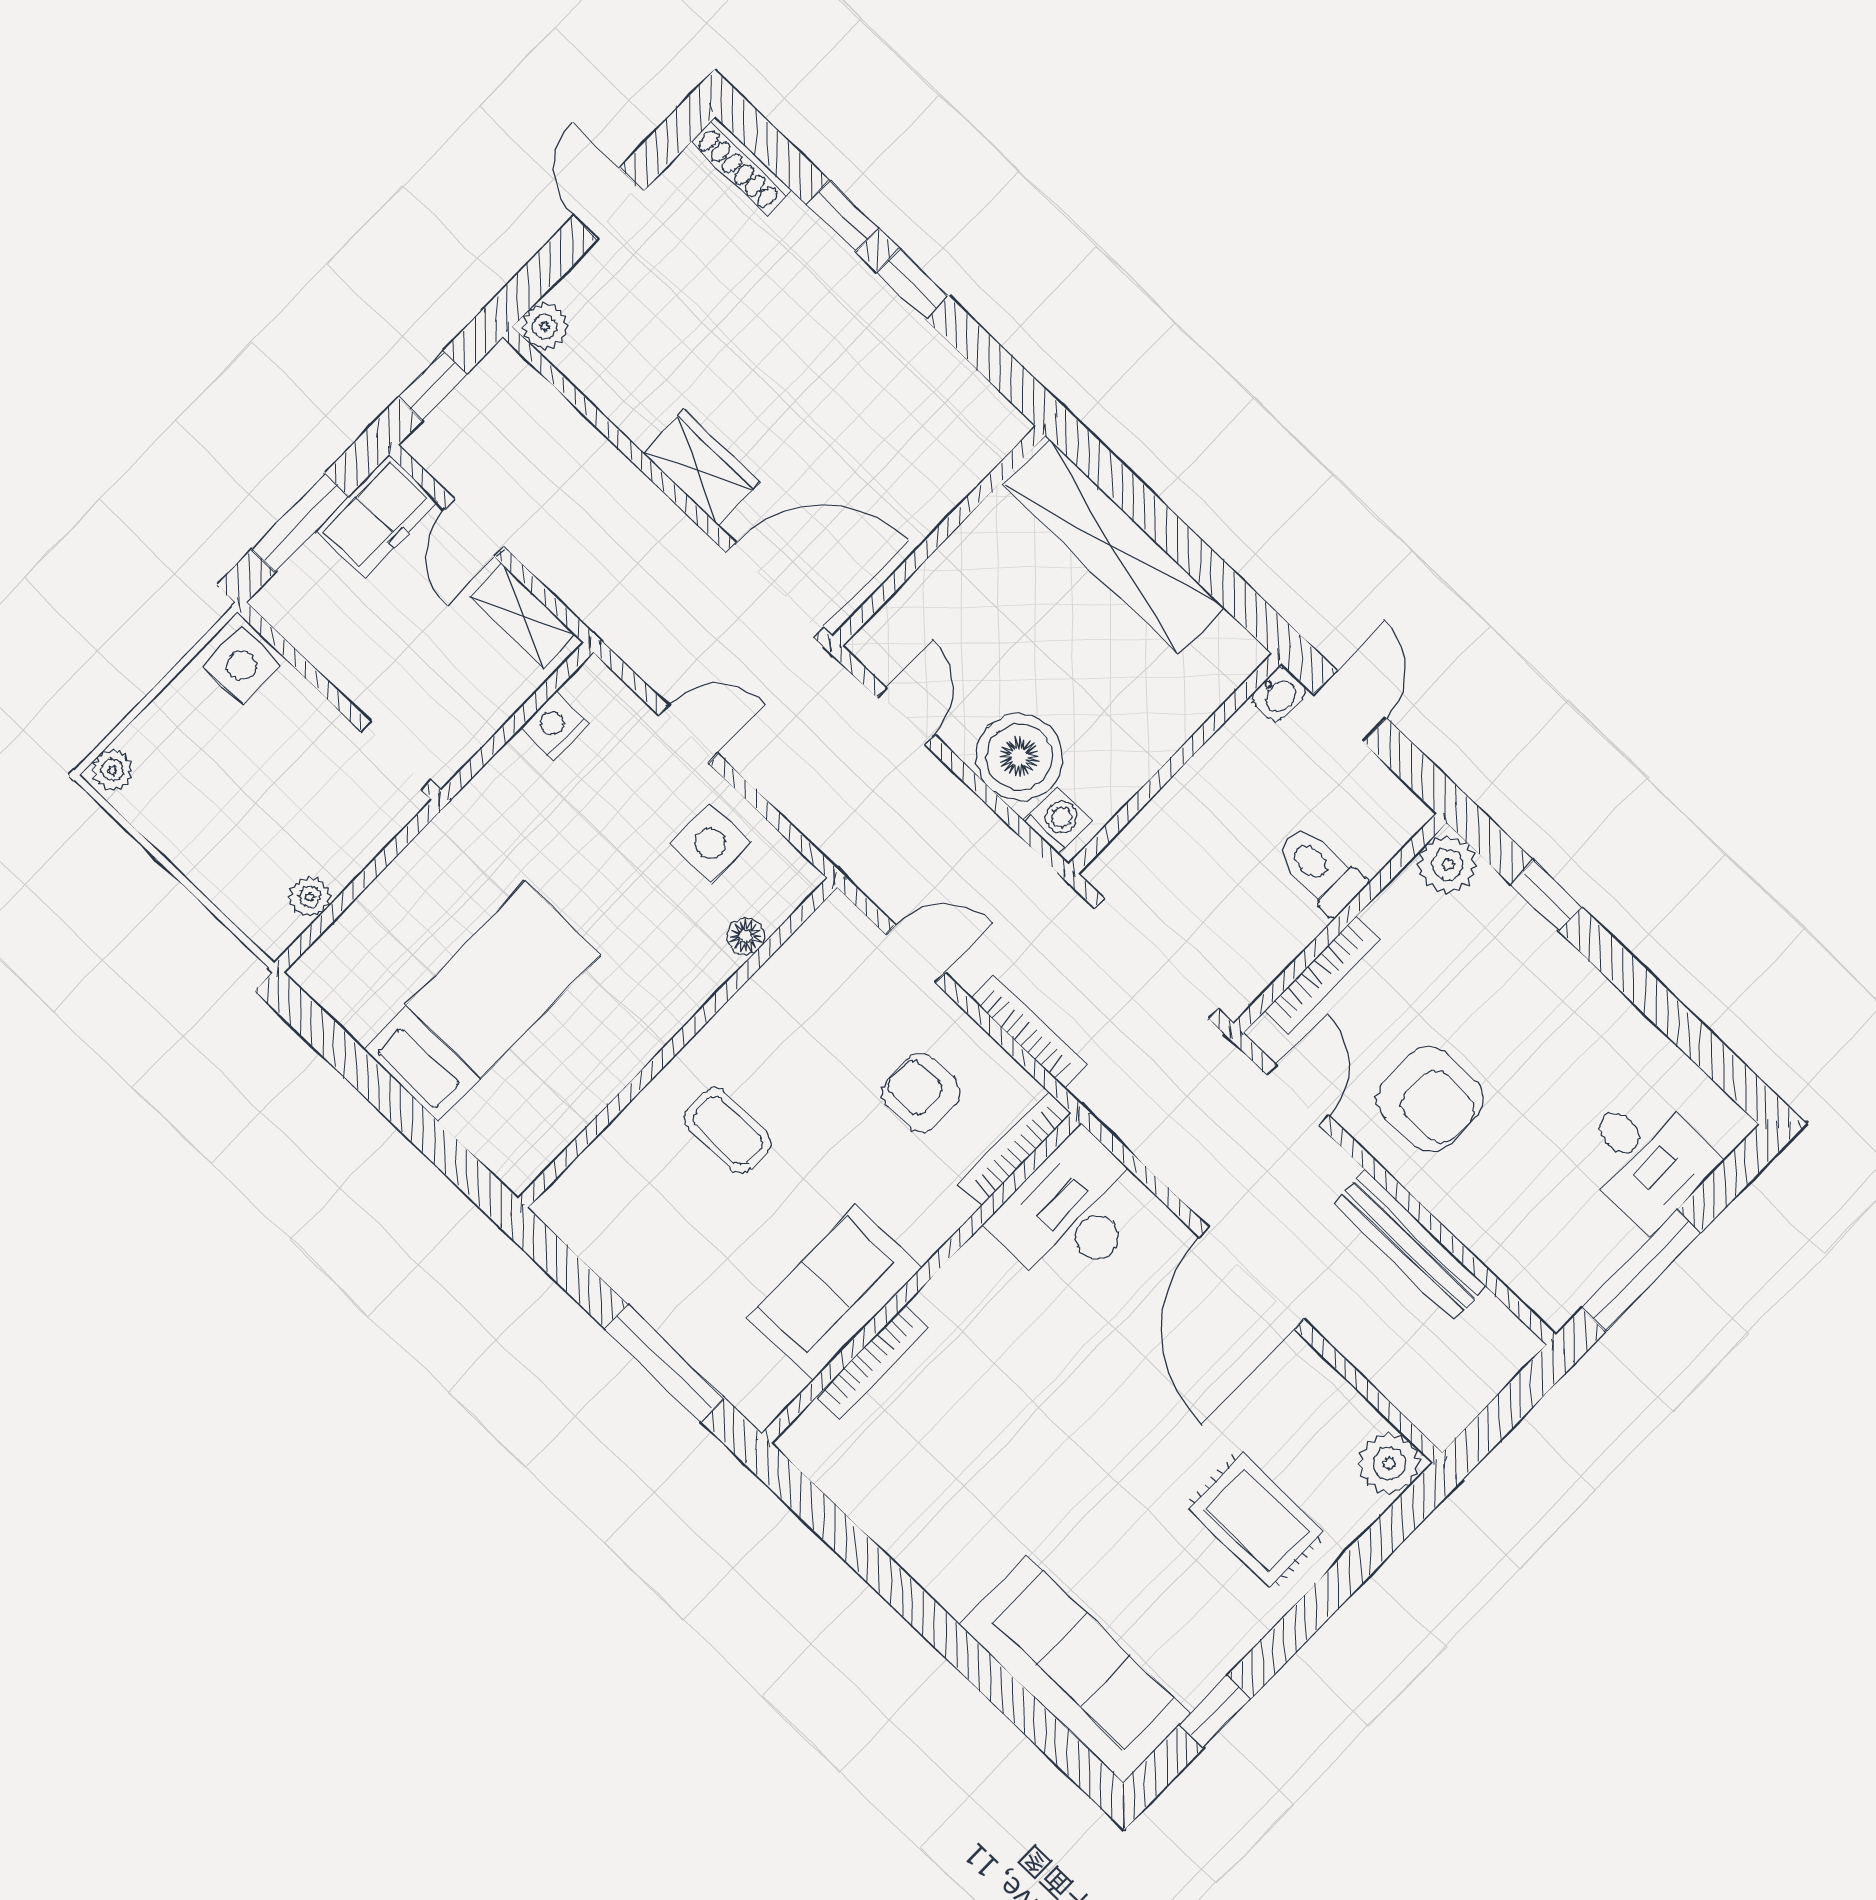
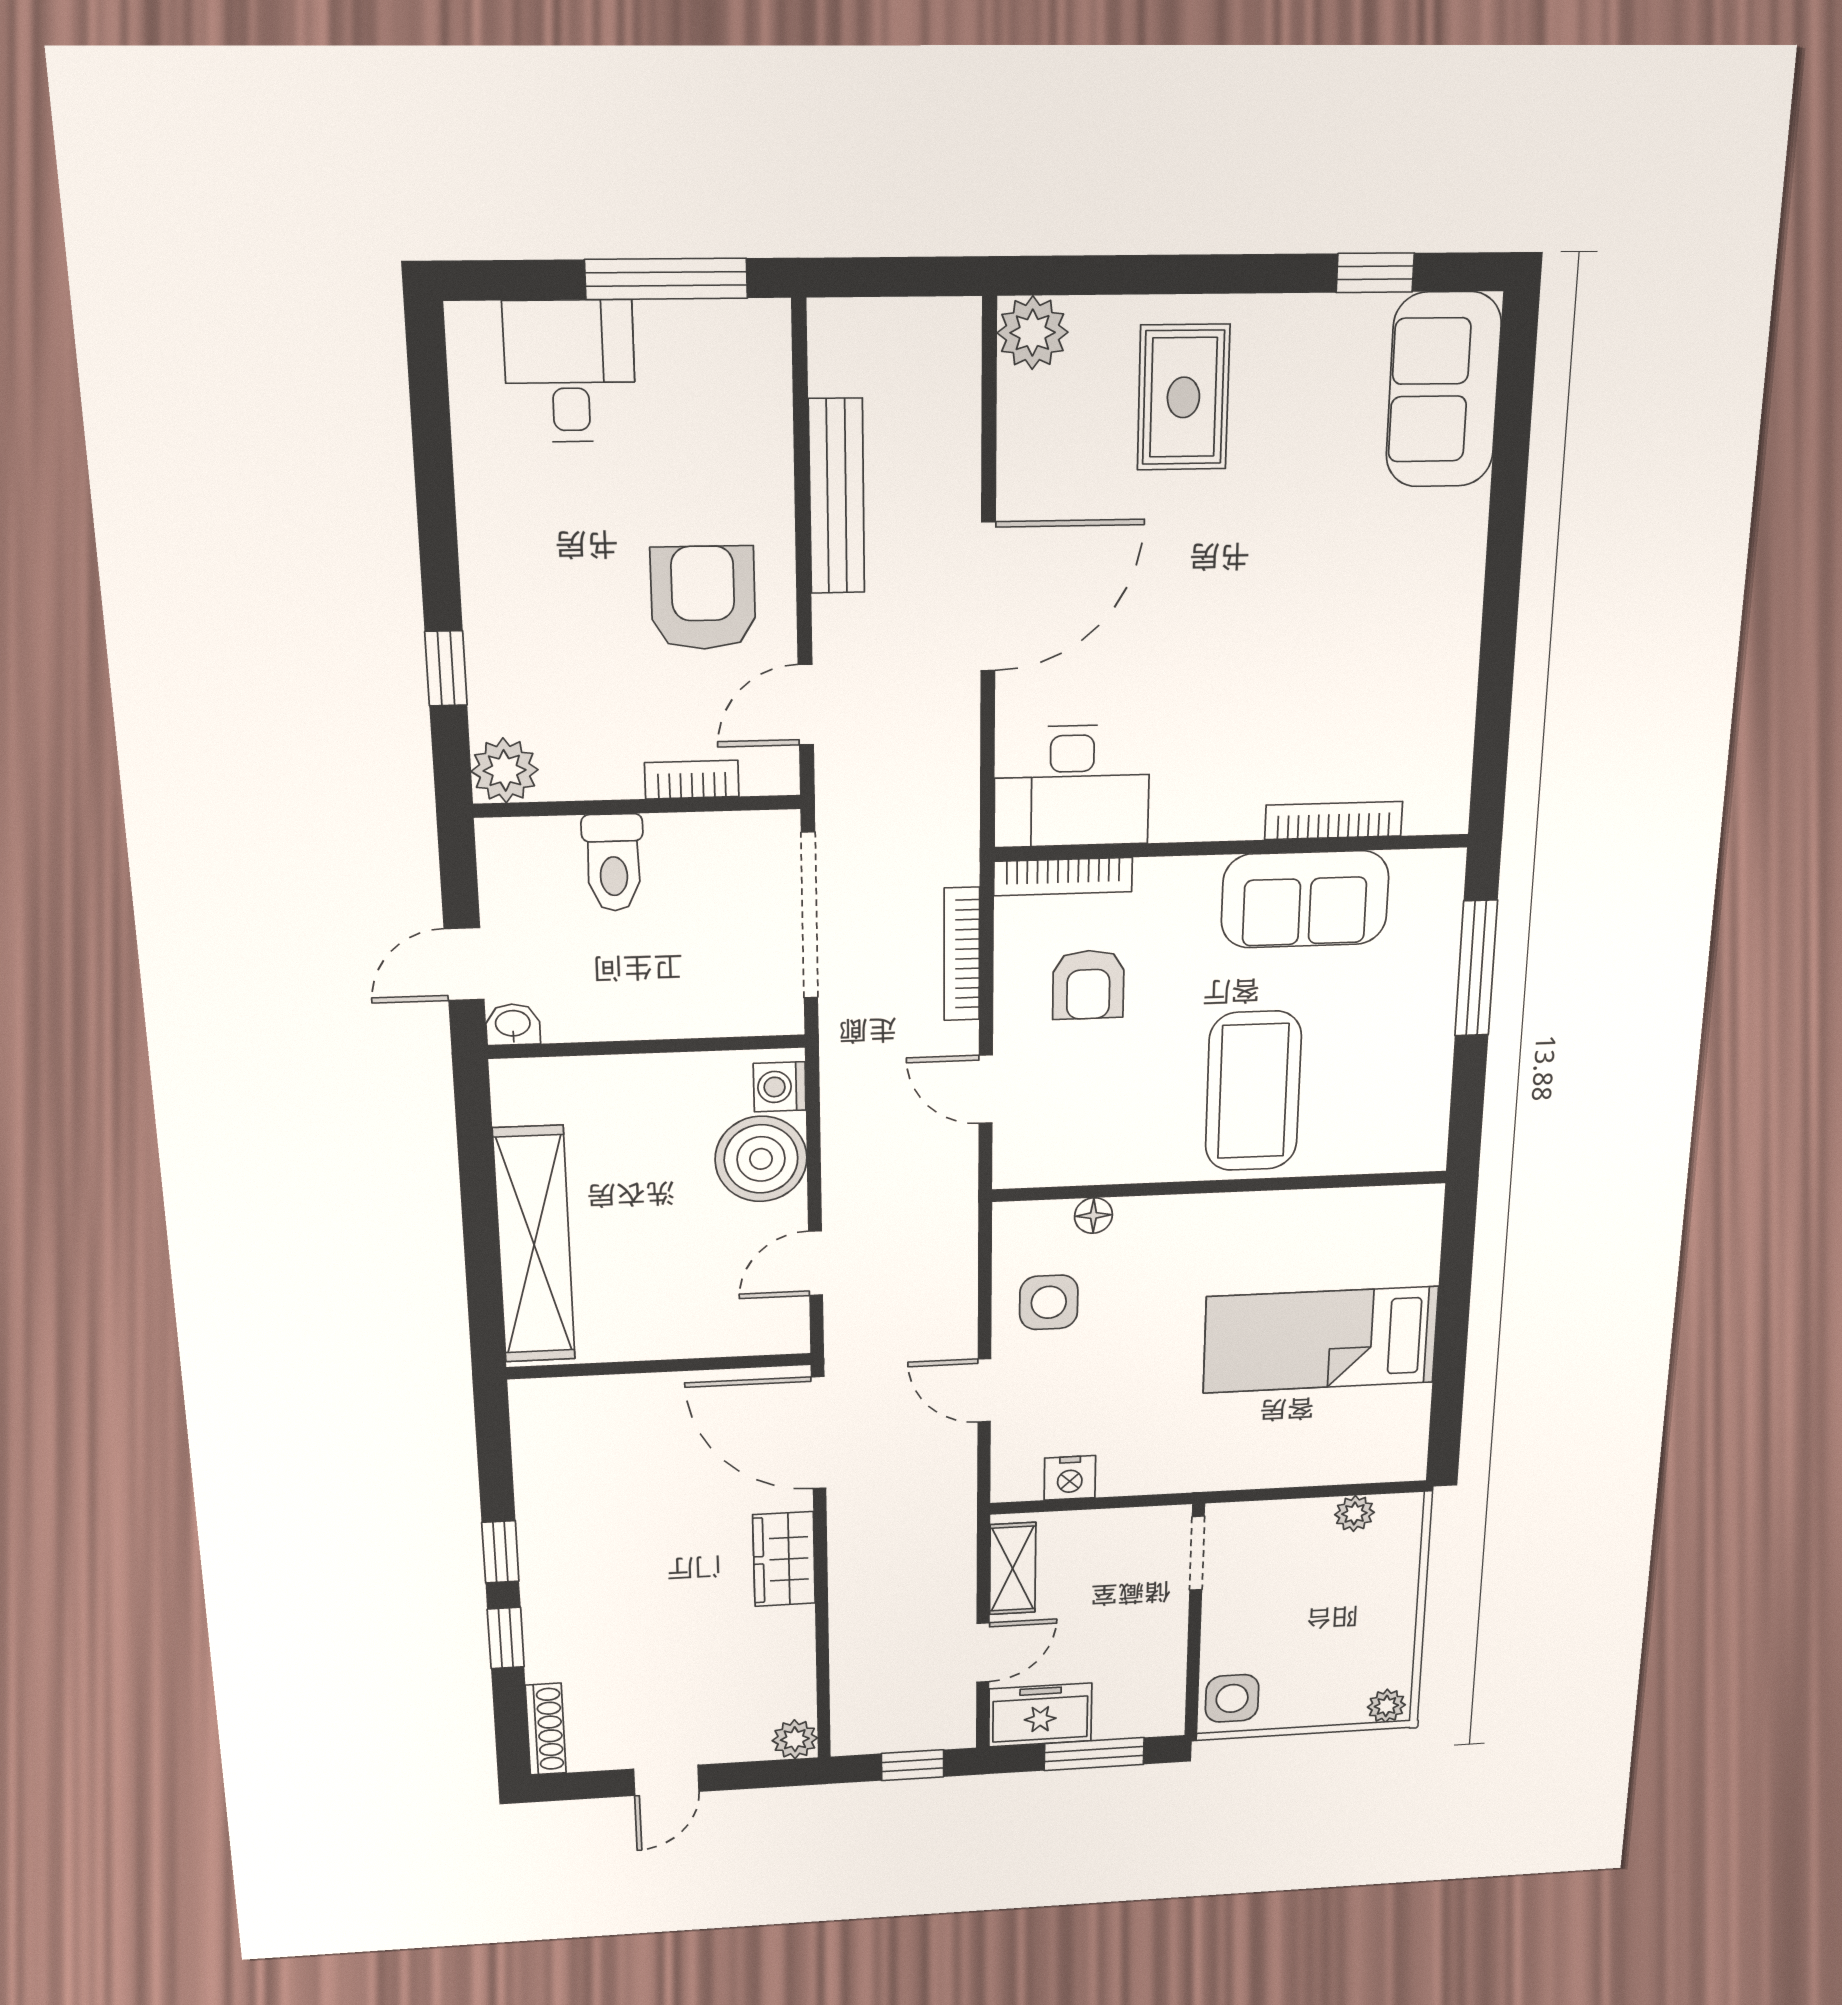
bookcase: (1323, 975) -> (692, 780), width x0.64
coffee table: (728, 1131) -> (1253, 1091), width x1.86, depth x1.72
sofa: (1075, 1669) -> (1444, 390), width x0.73

